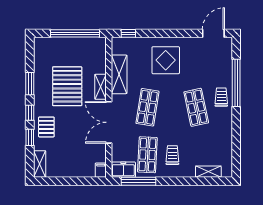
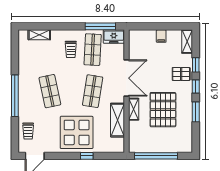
window: (128, 33) -> (87, 156), moved
display table: (166, 60) -> (77, 132), width x1.36, depth x1.36
window: (236, 83) -> (15, 96), moved
trolley: (221, 97) -> (28, 131), moved
pallet: (46, 127) -> (181, 74), turned 90
filing cabinet: (101, 170) -> (161, 36), moved

